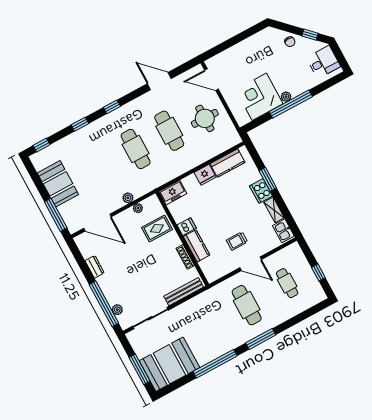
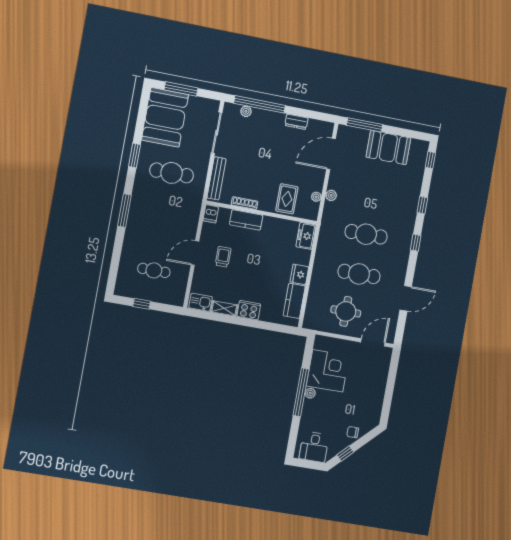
window: (268, 179) -> (254, 324), removed
dishwasher: (187, 227) -> (211, 214), moved
cafe table: (247, 305) -> (172, 173), moved
window: (215, 364) -> (134, 155), width x0.47

